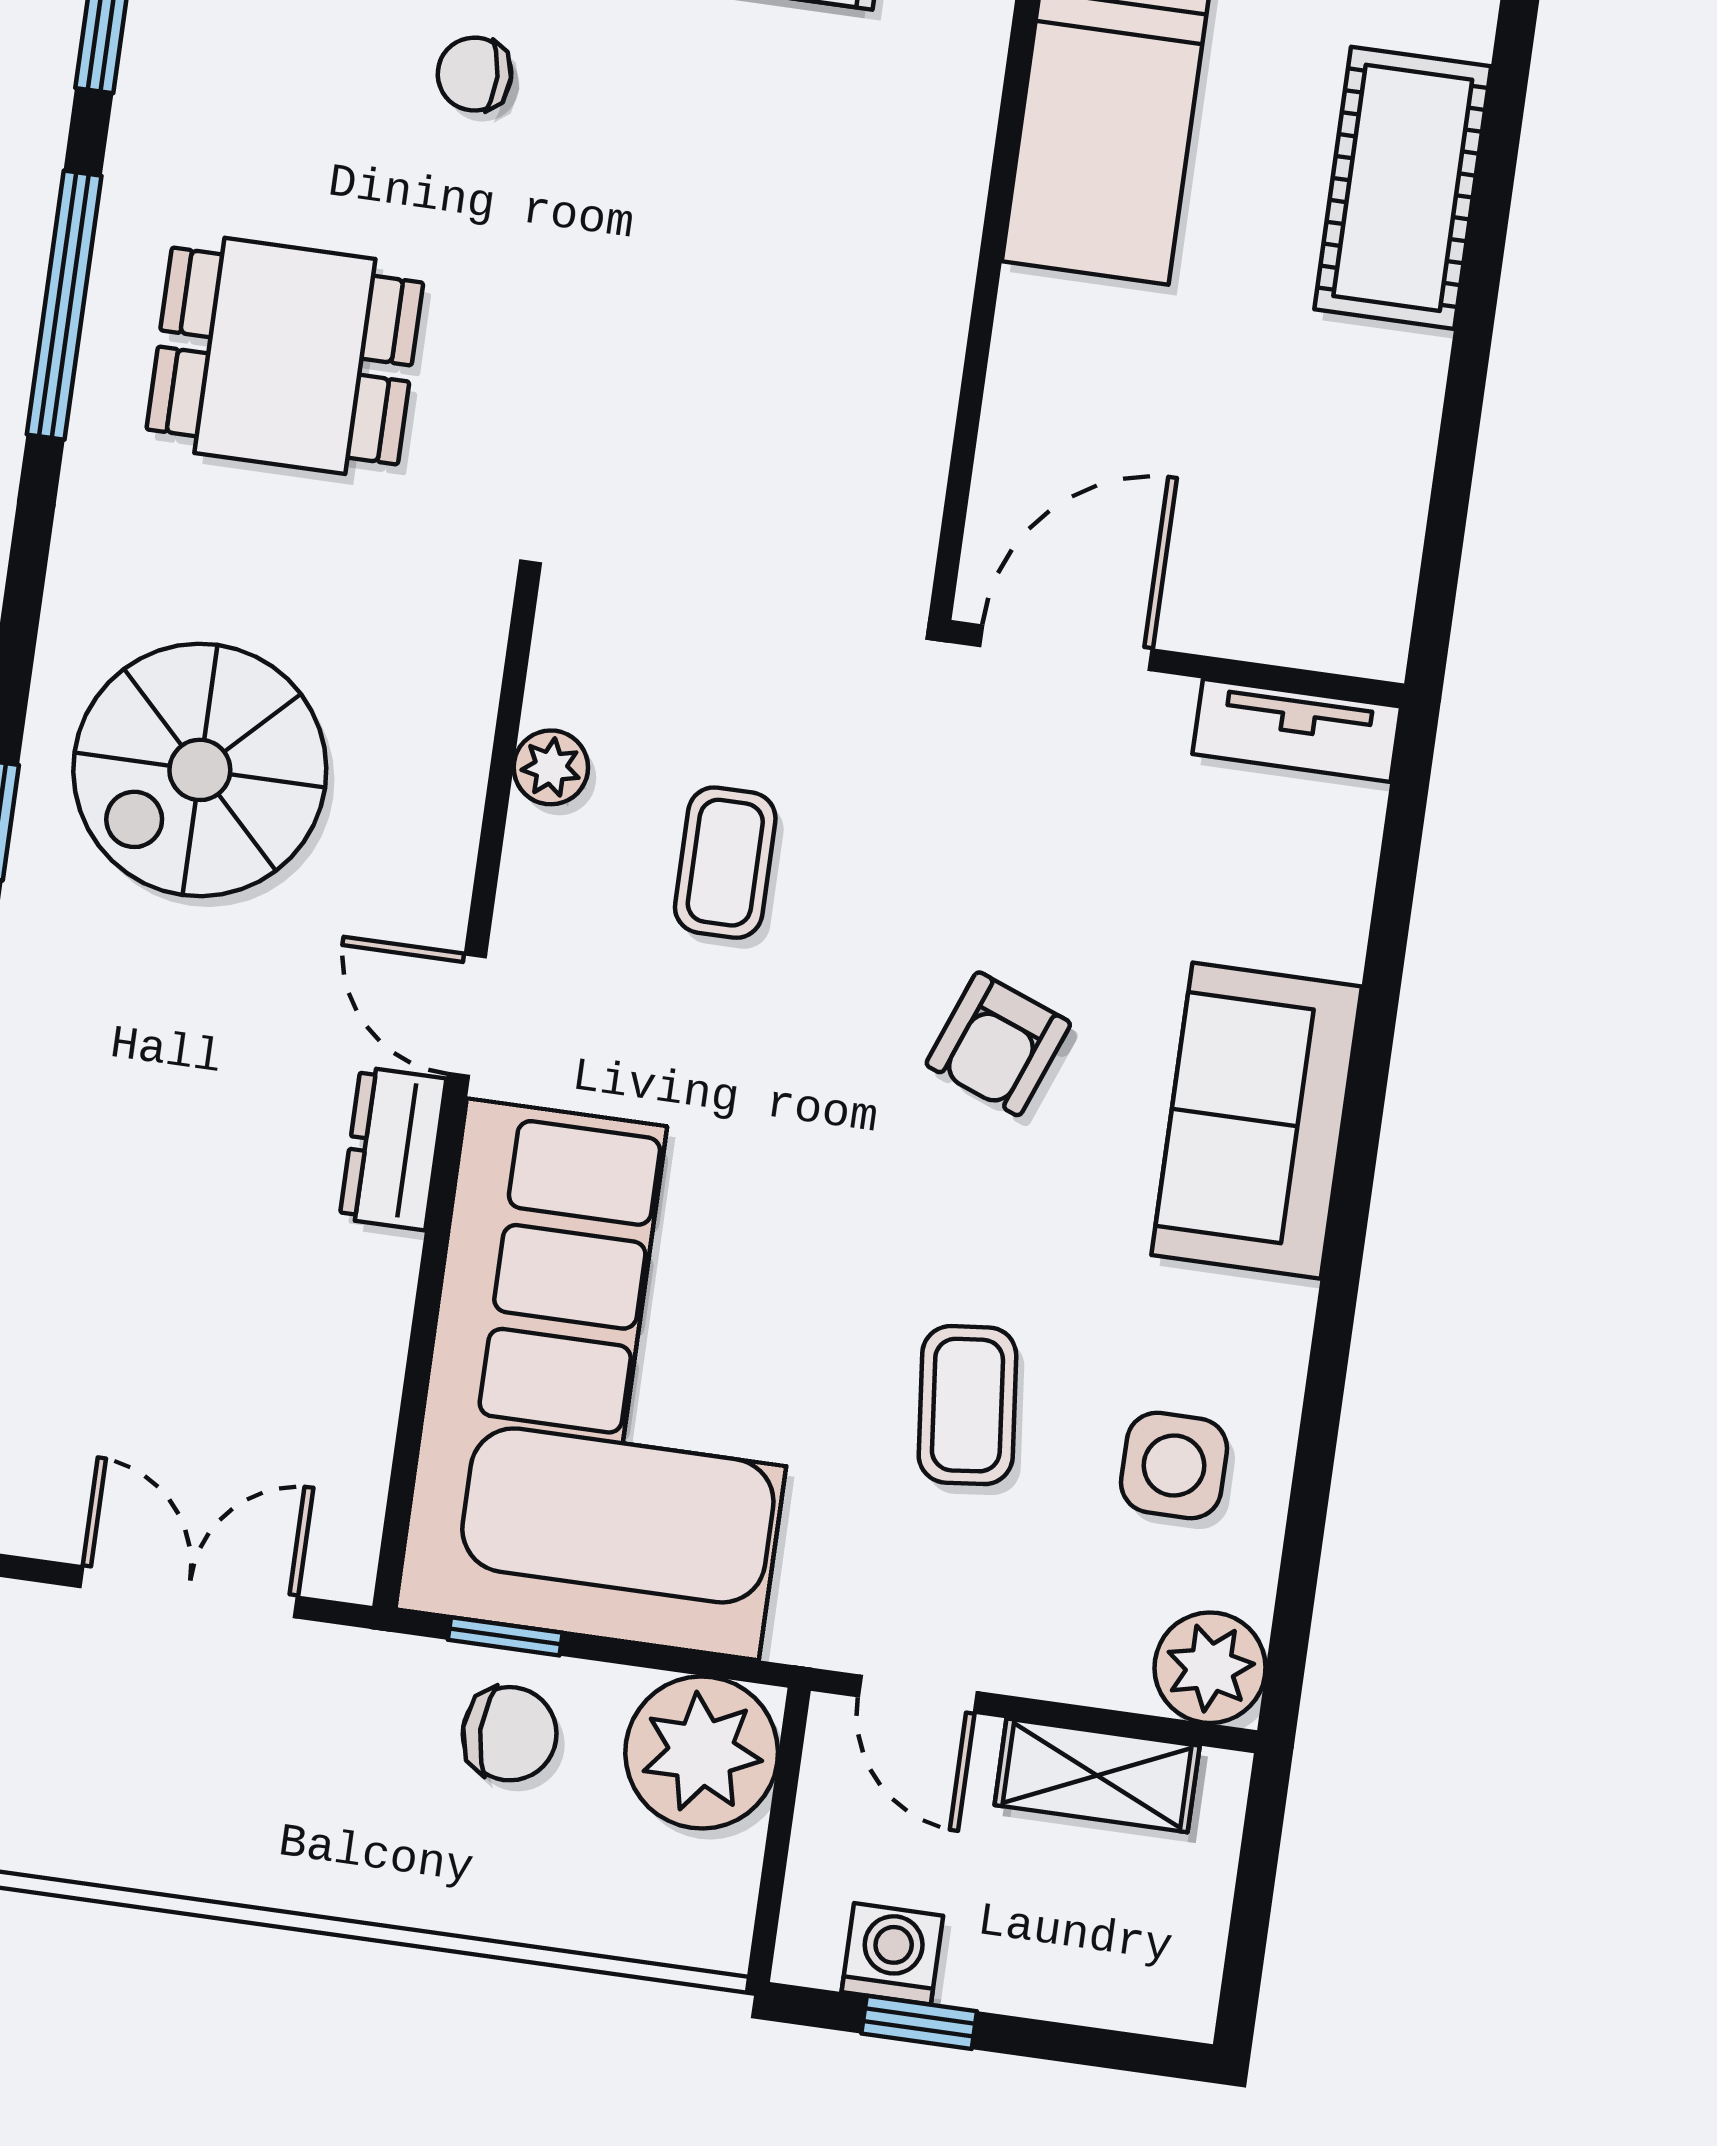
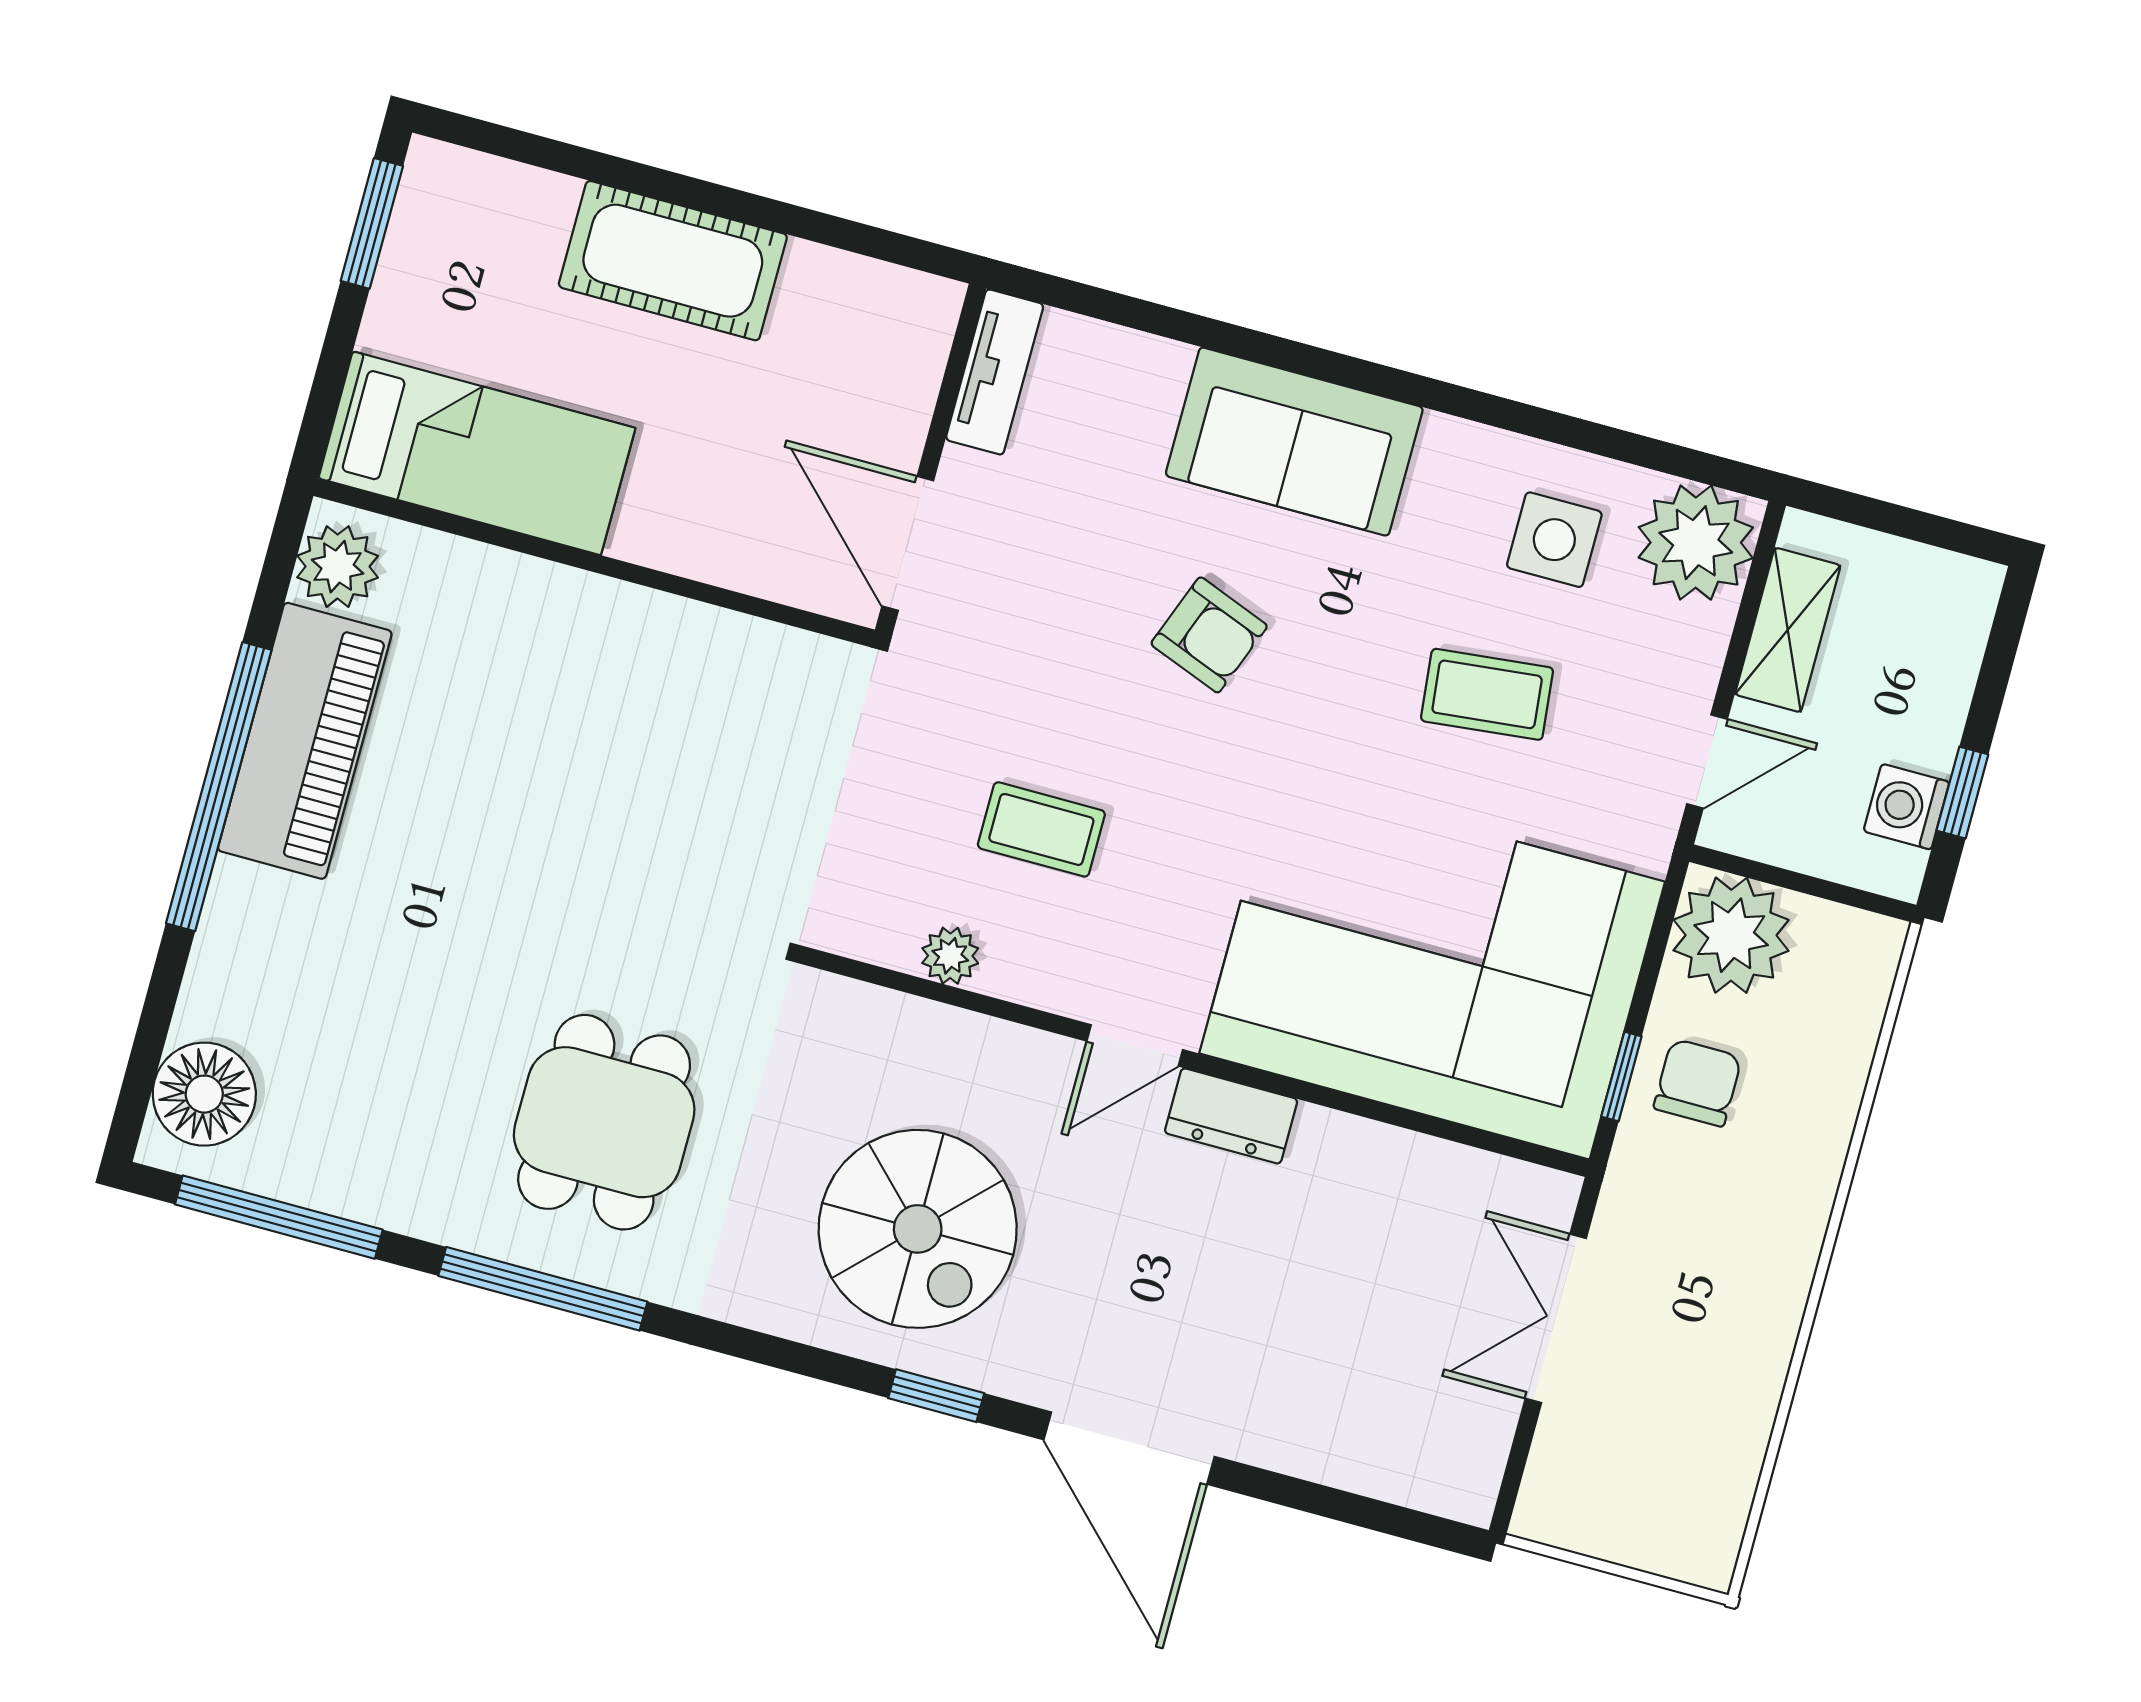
chair: (474, 74) -> (403, 947), removed
cot: (1403, 188) -> (673, 261), moved
plant: (1210, 1668) -> (1696, 543), width x1.36, depth x1.36

